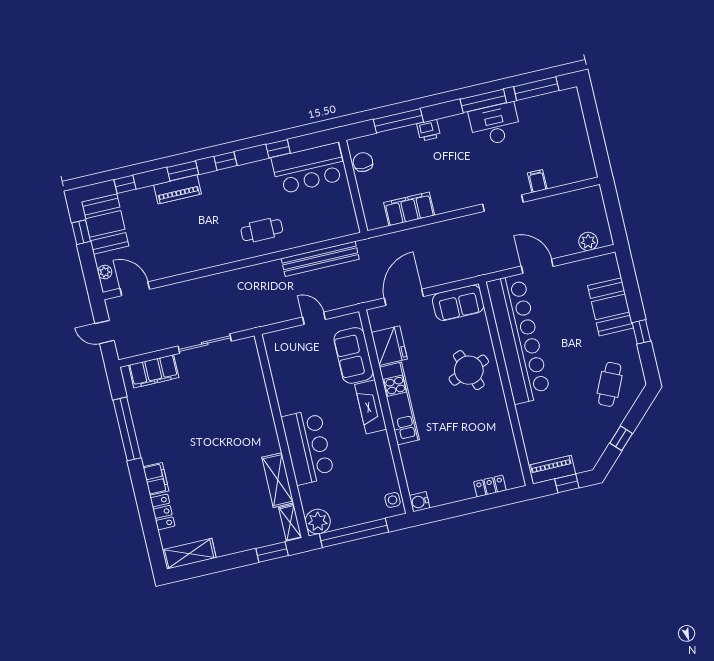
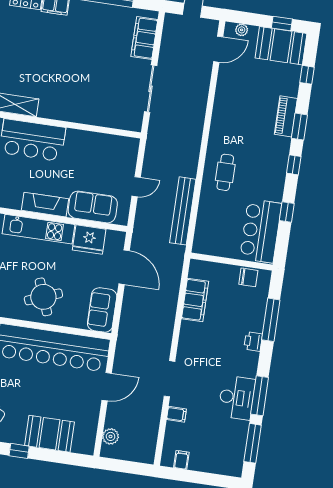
filing cabinet: (583, 157) -> (181, 460), added

